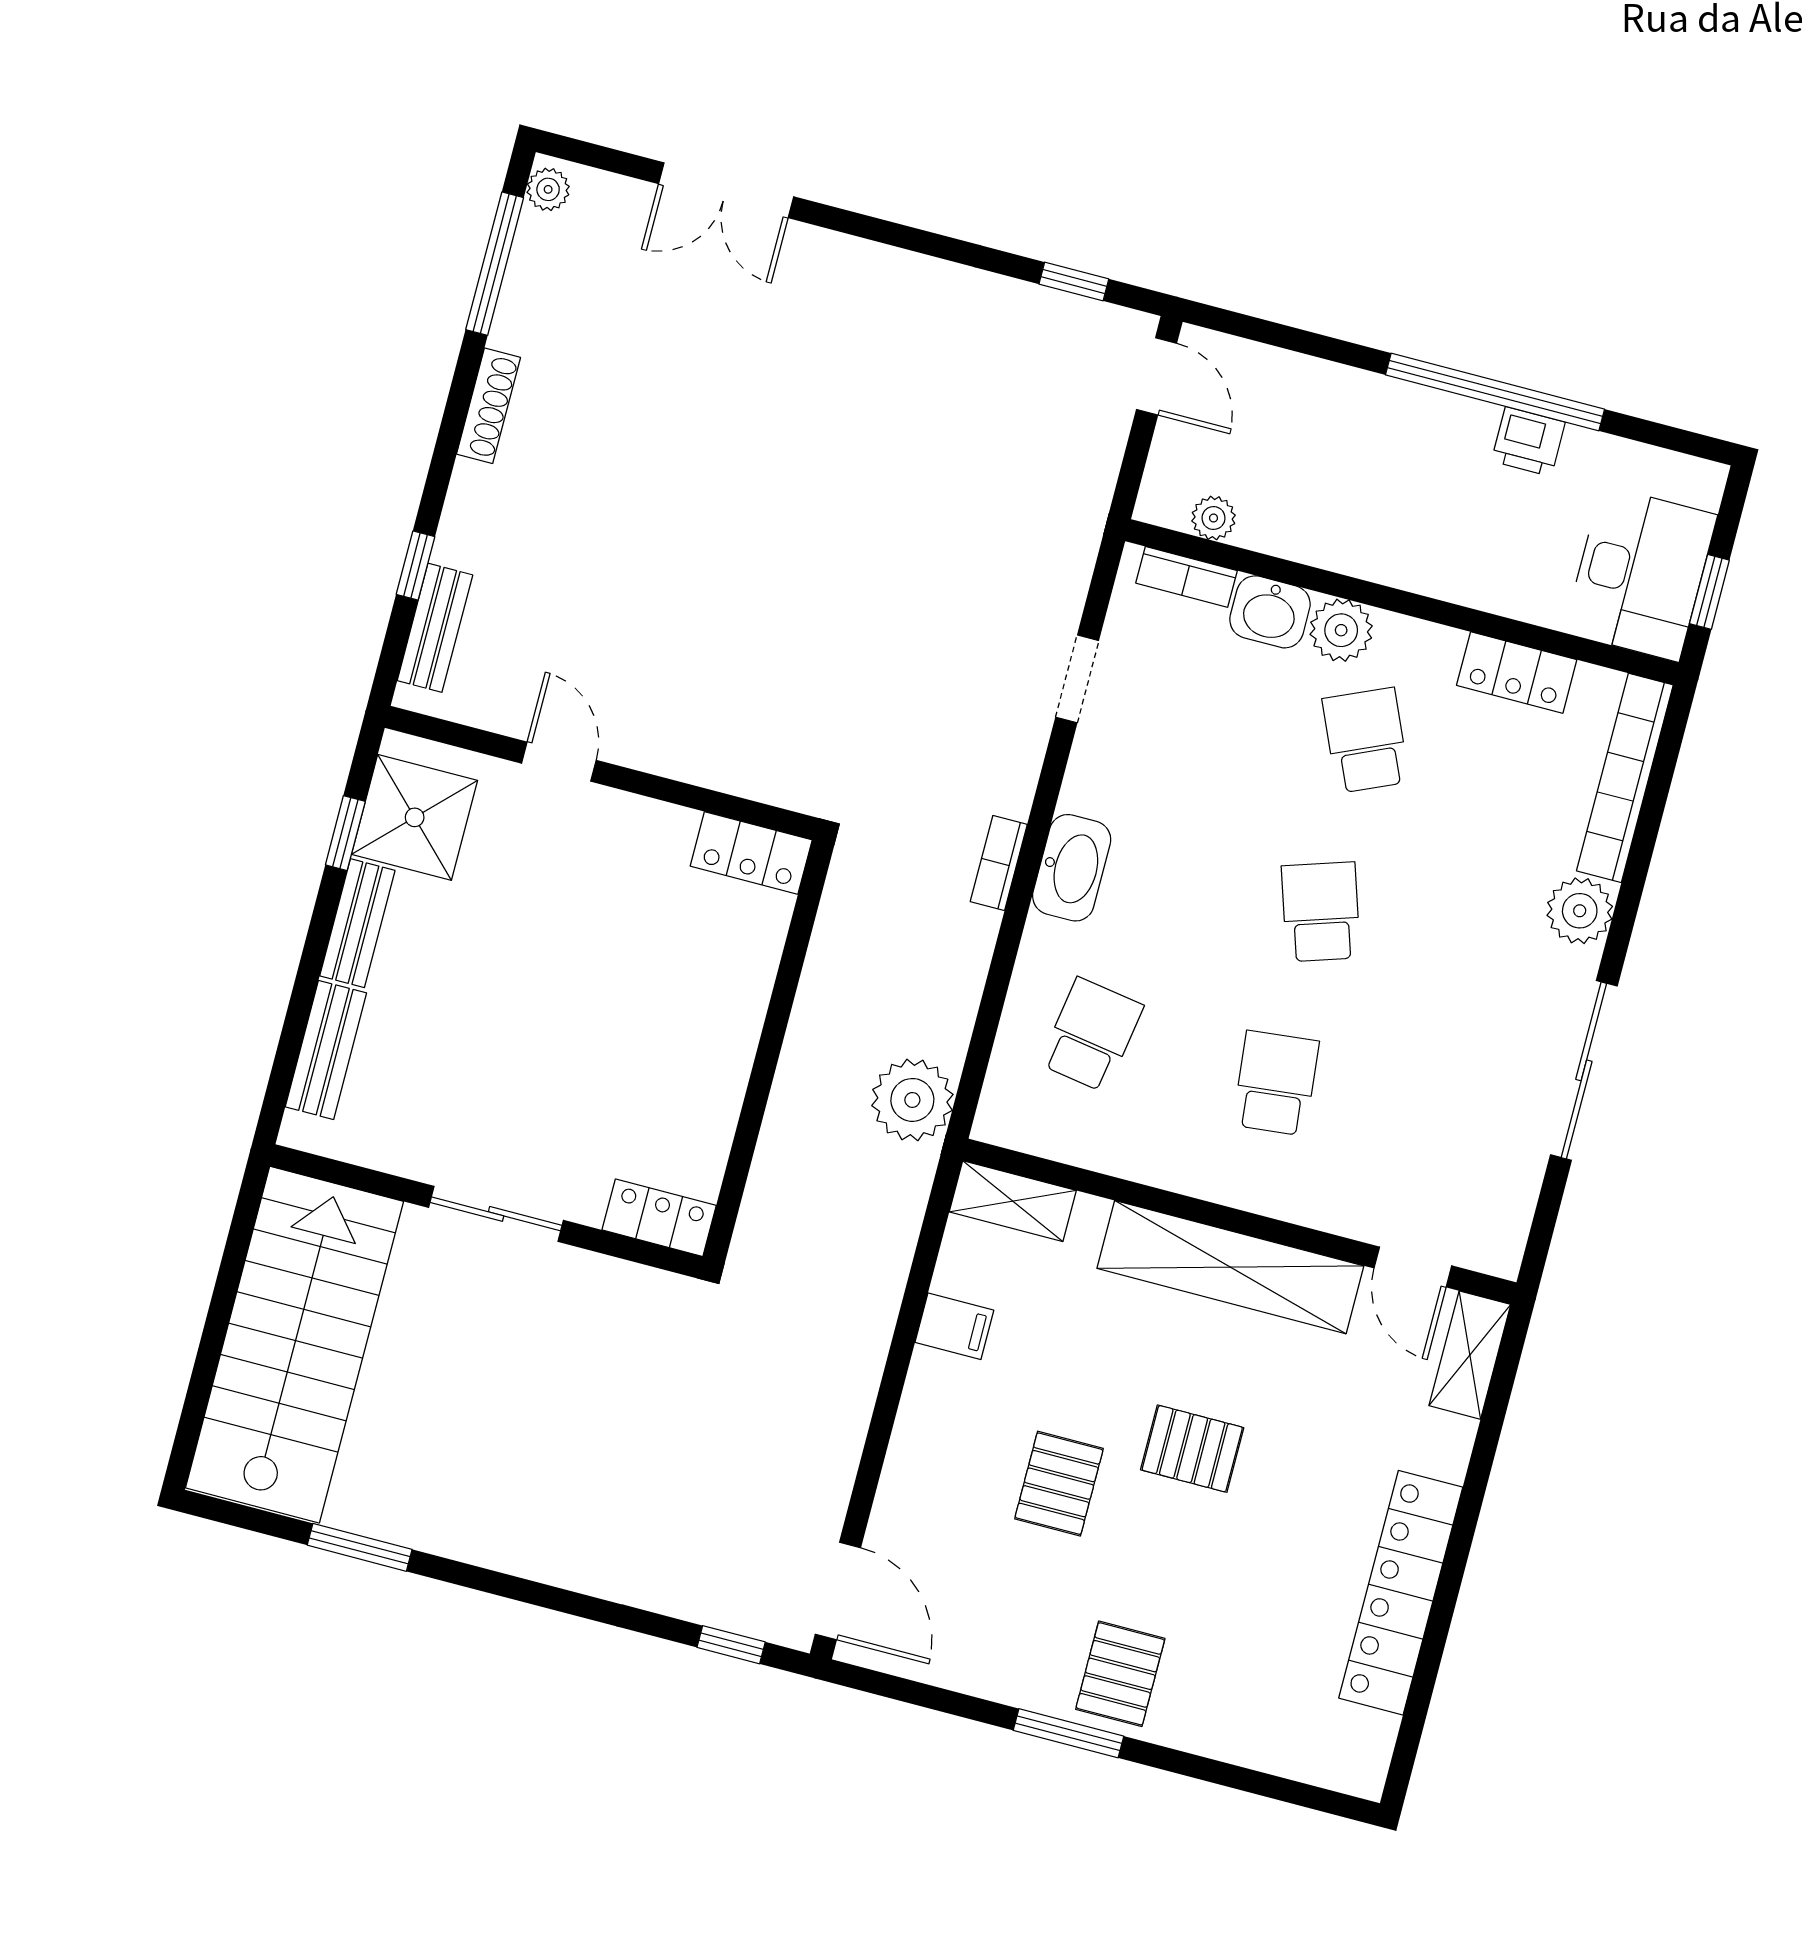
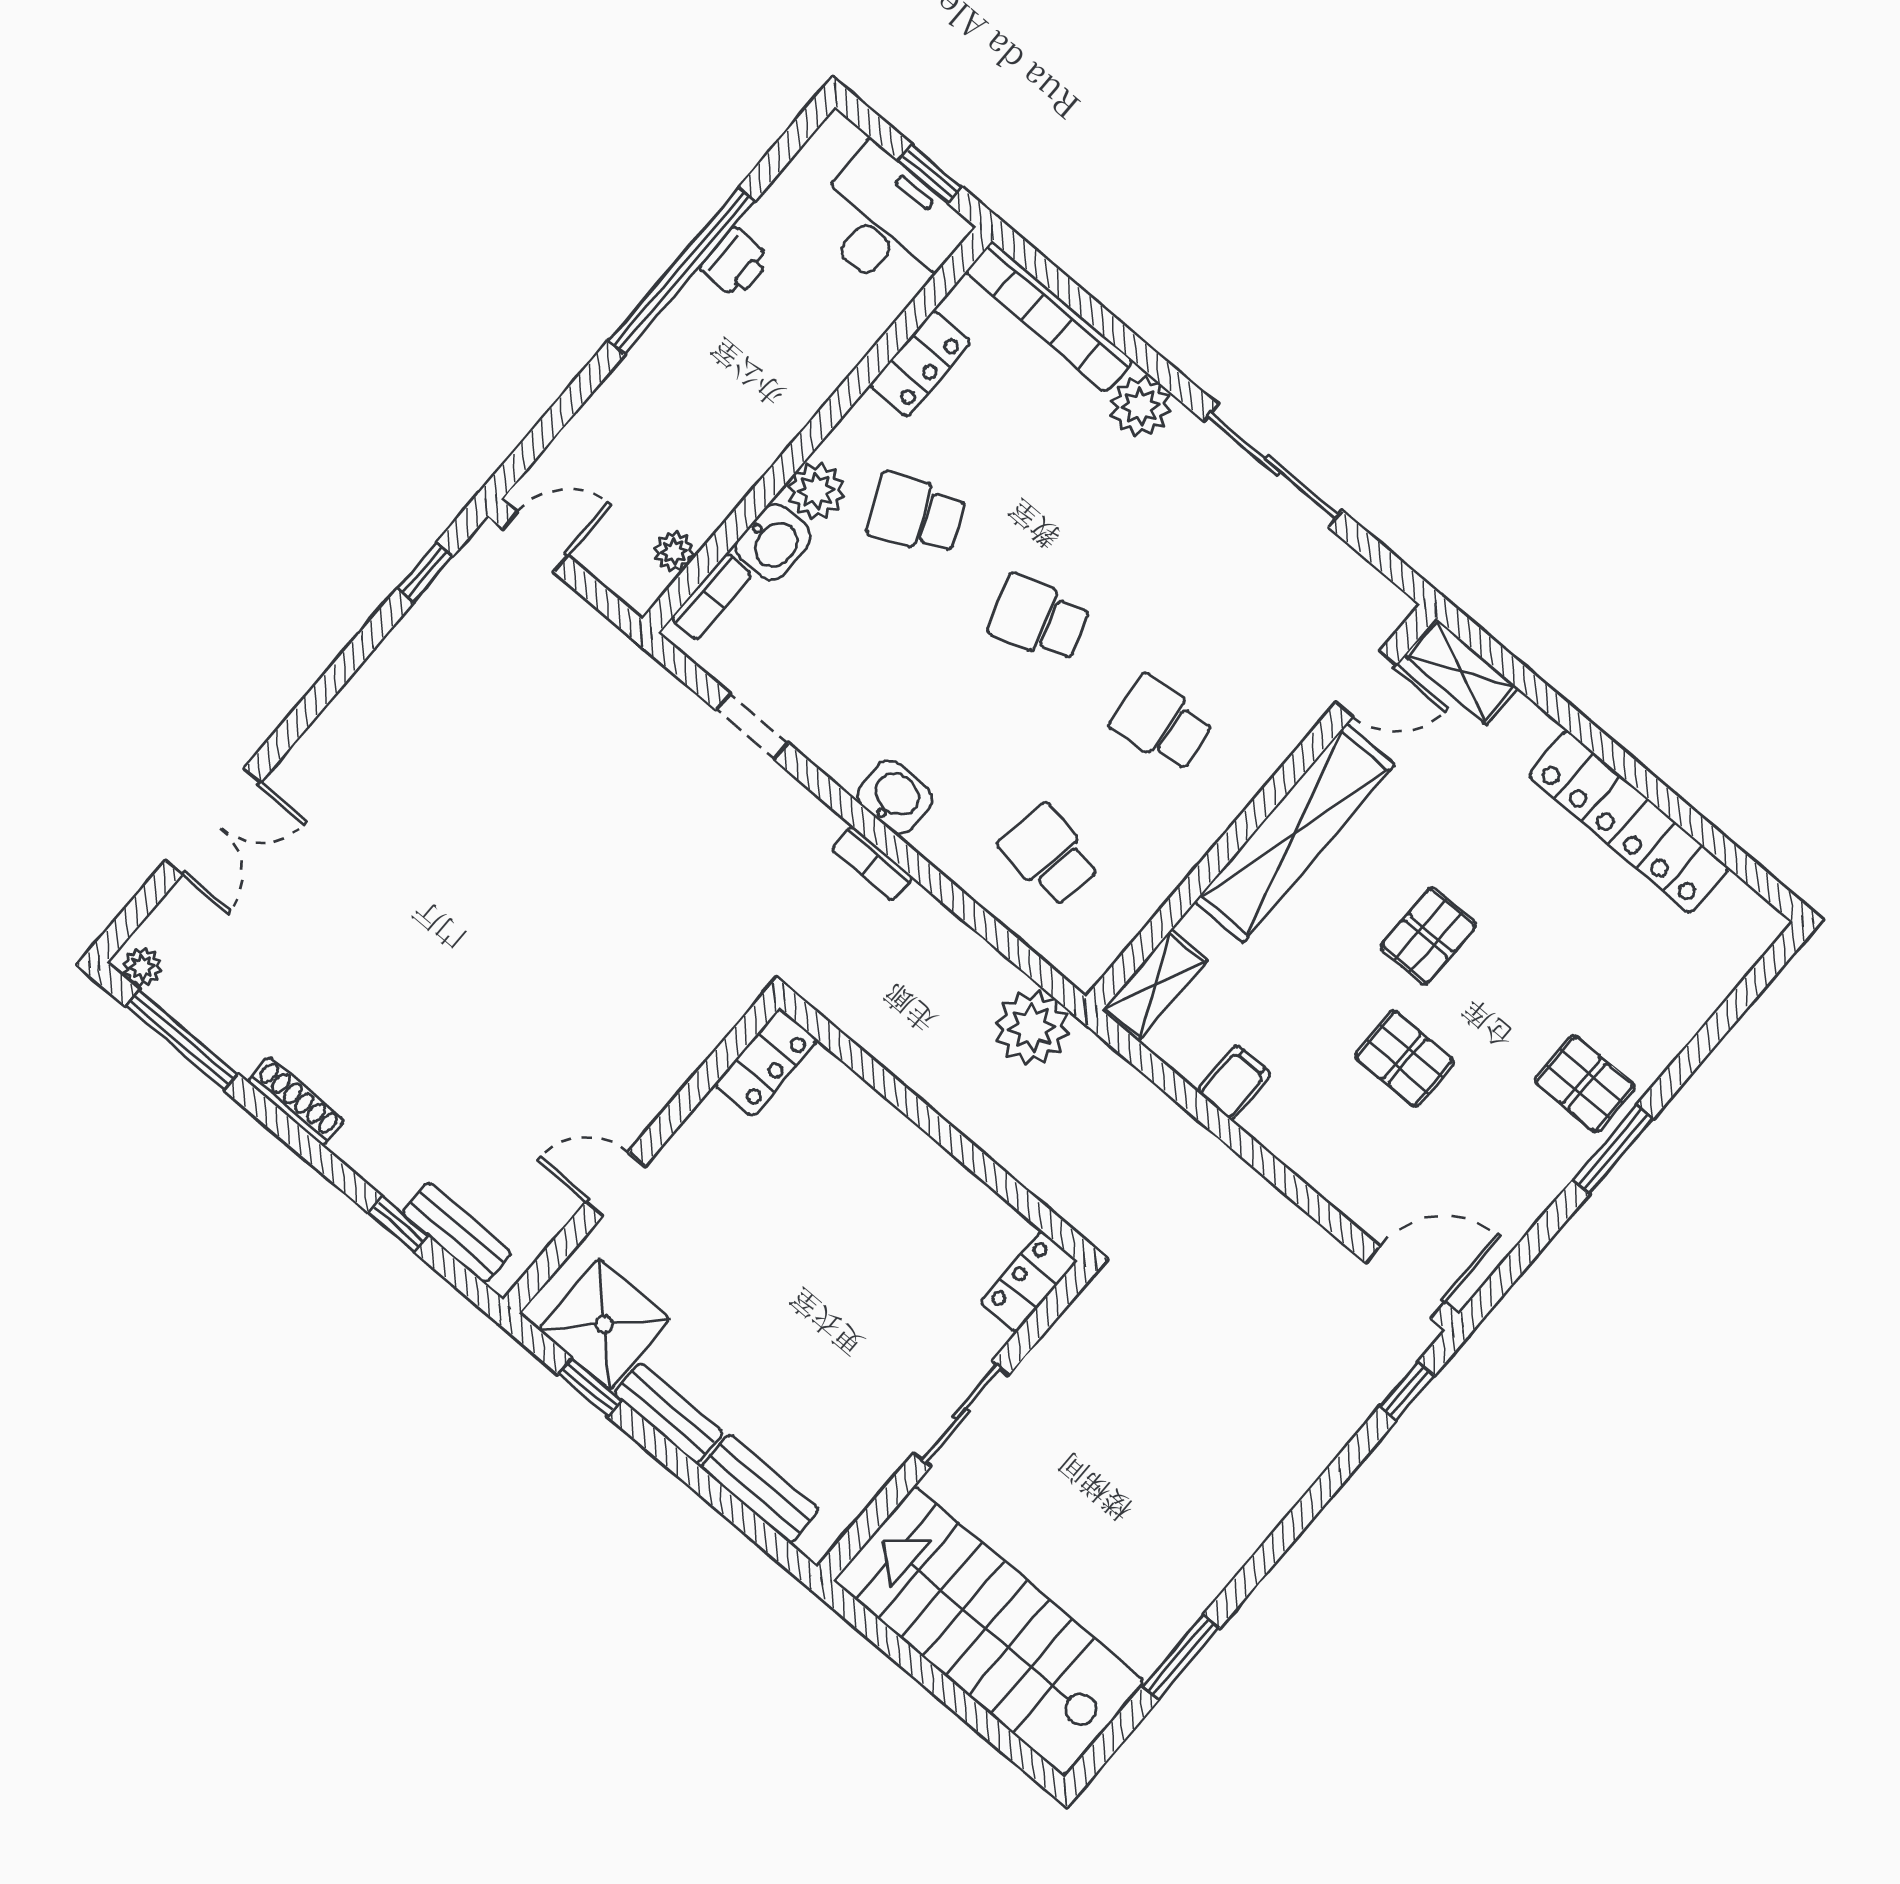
washbasin: (1072, 868) -> (895, 797), width x0.72

